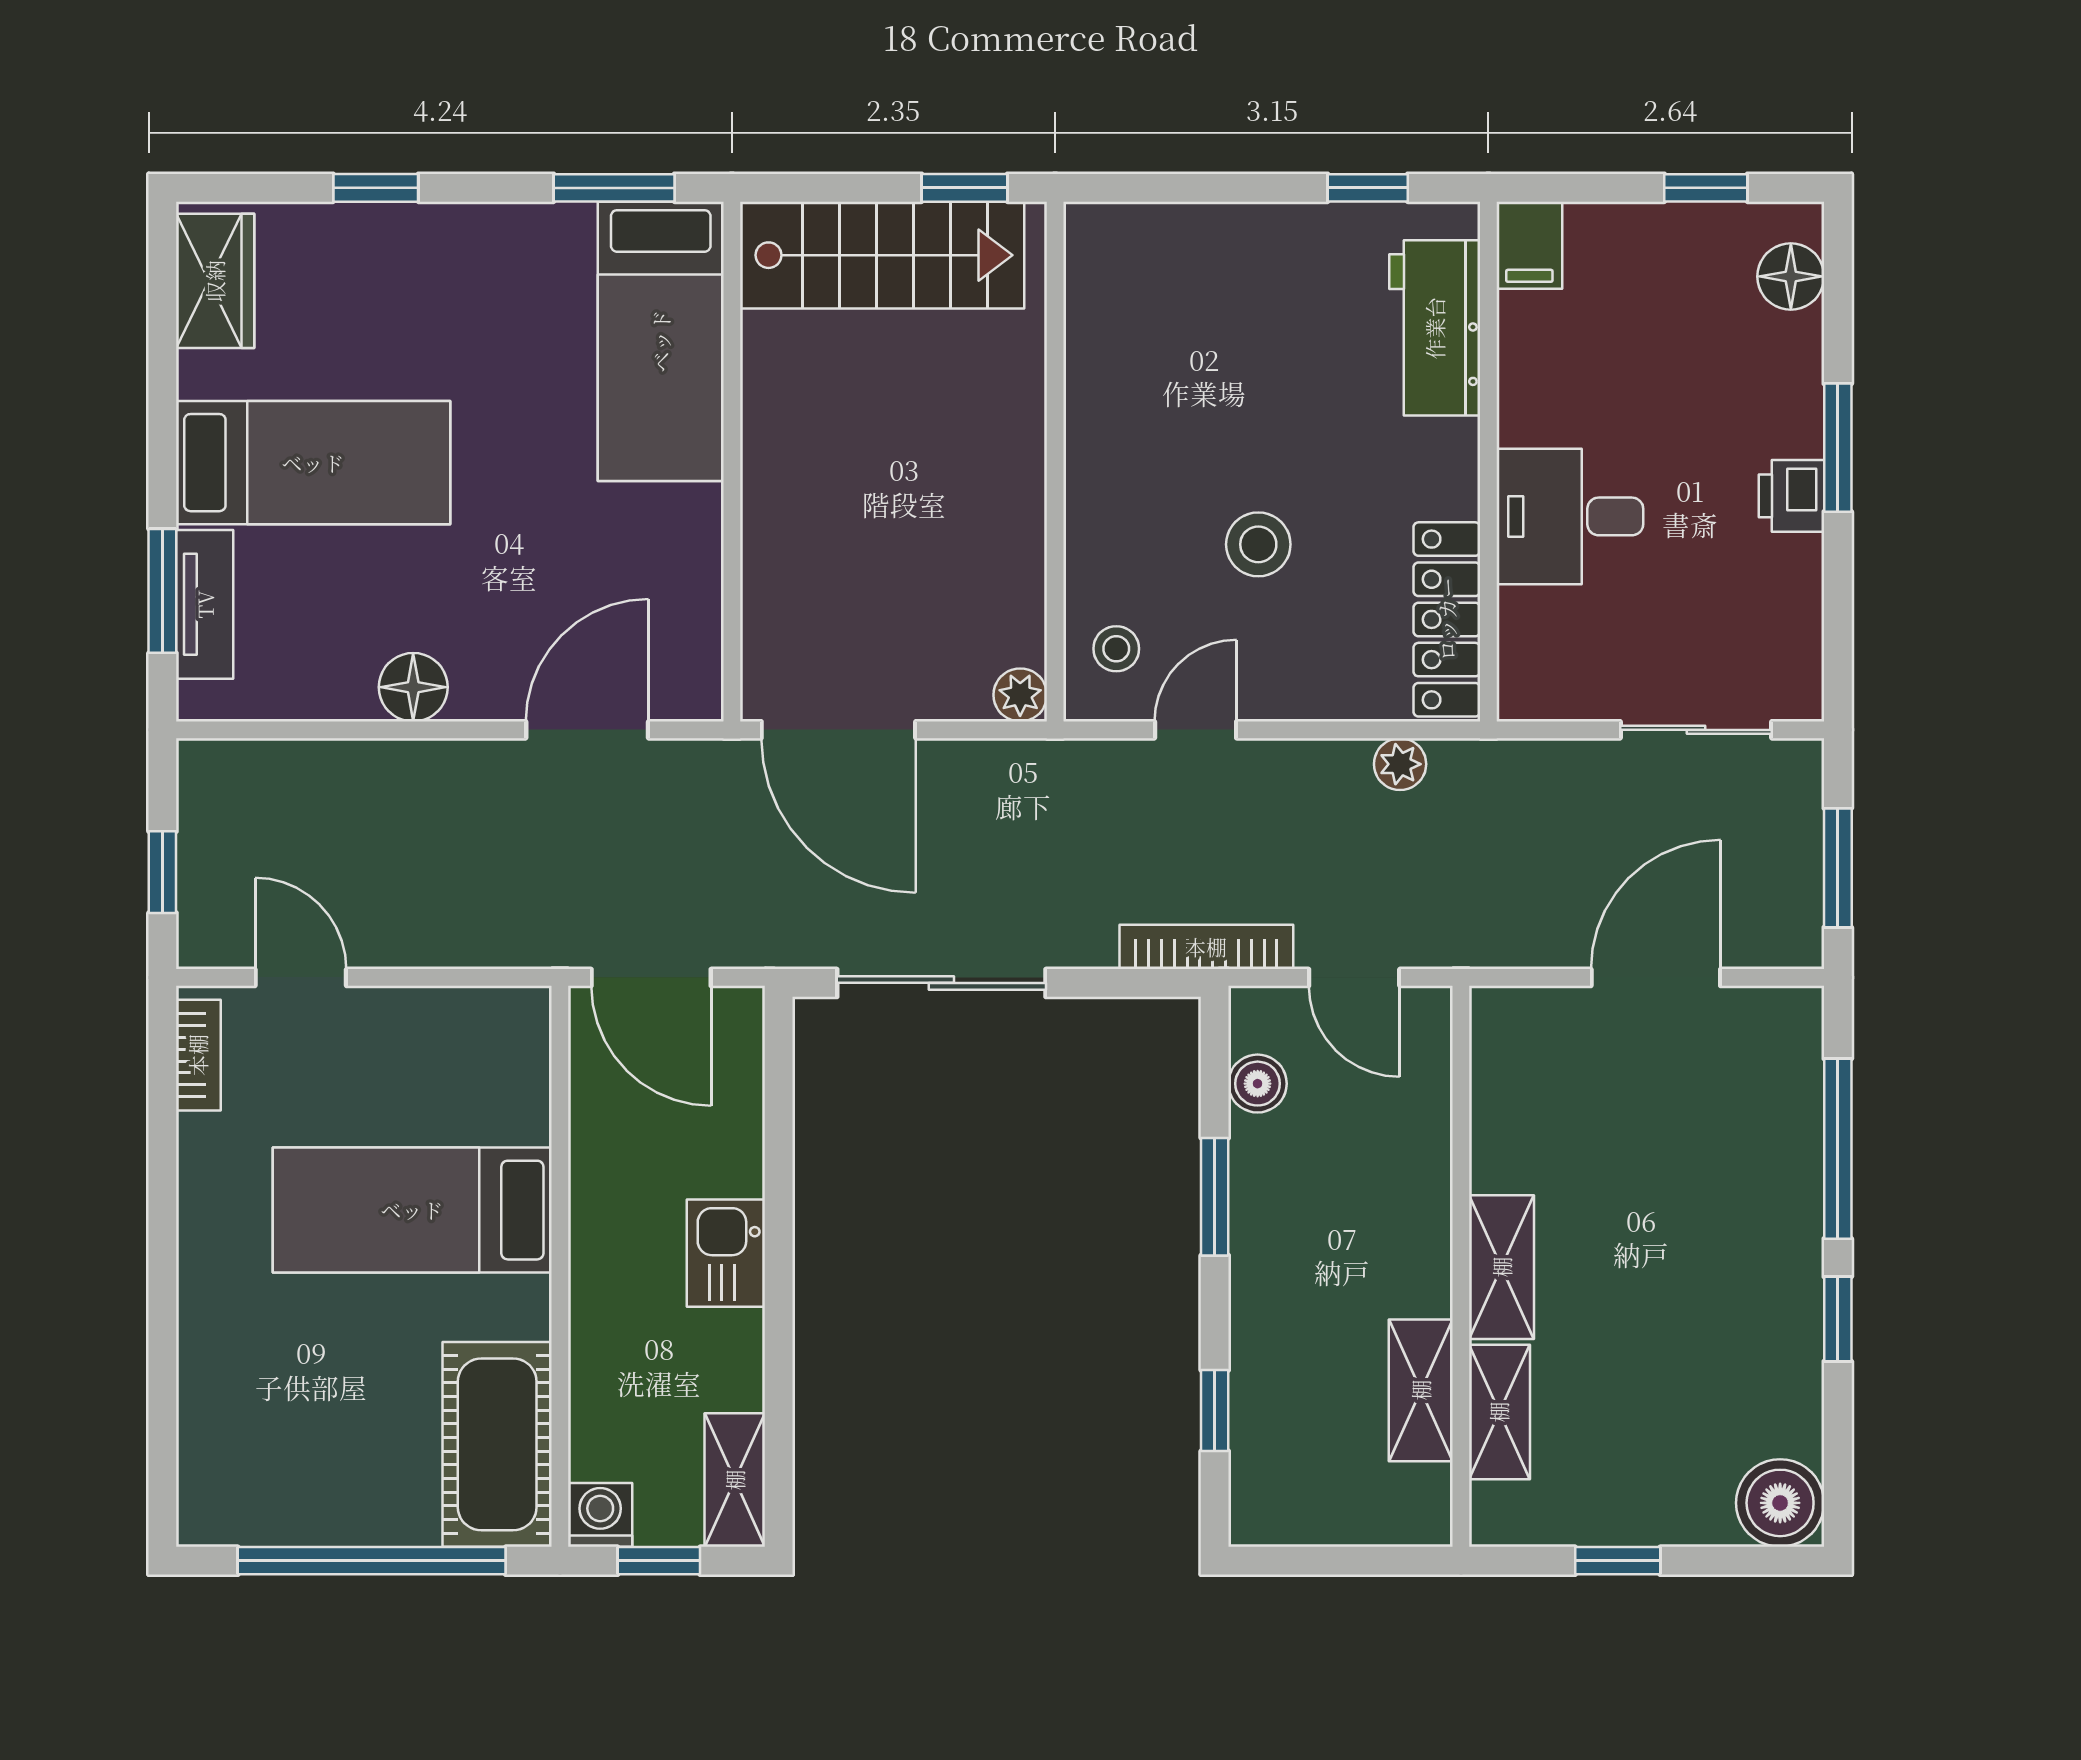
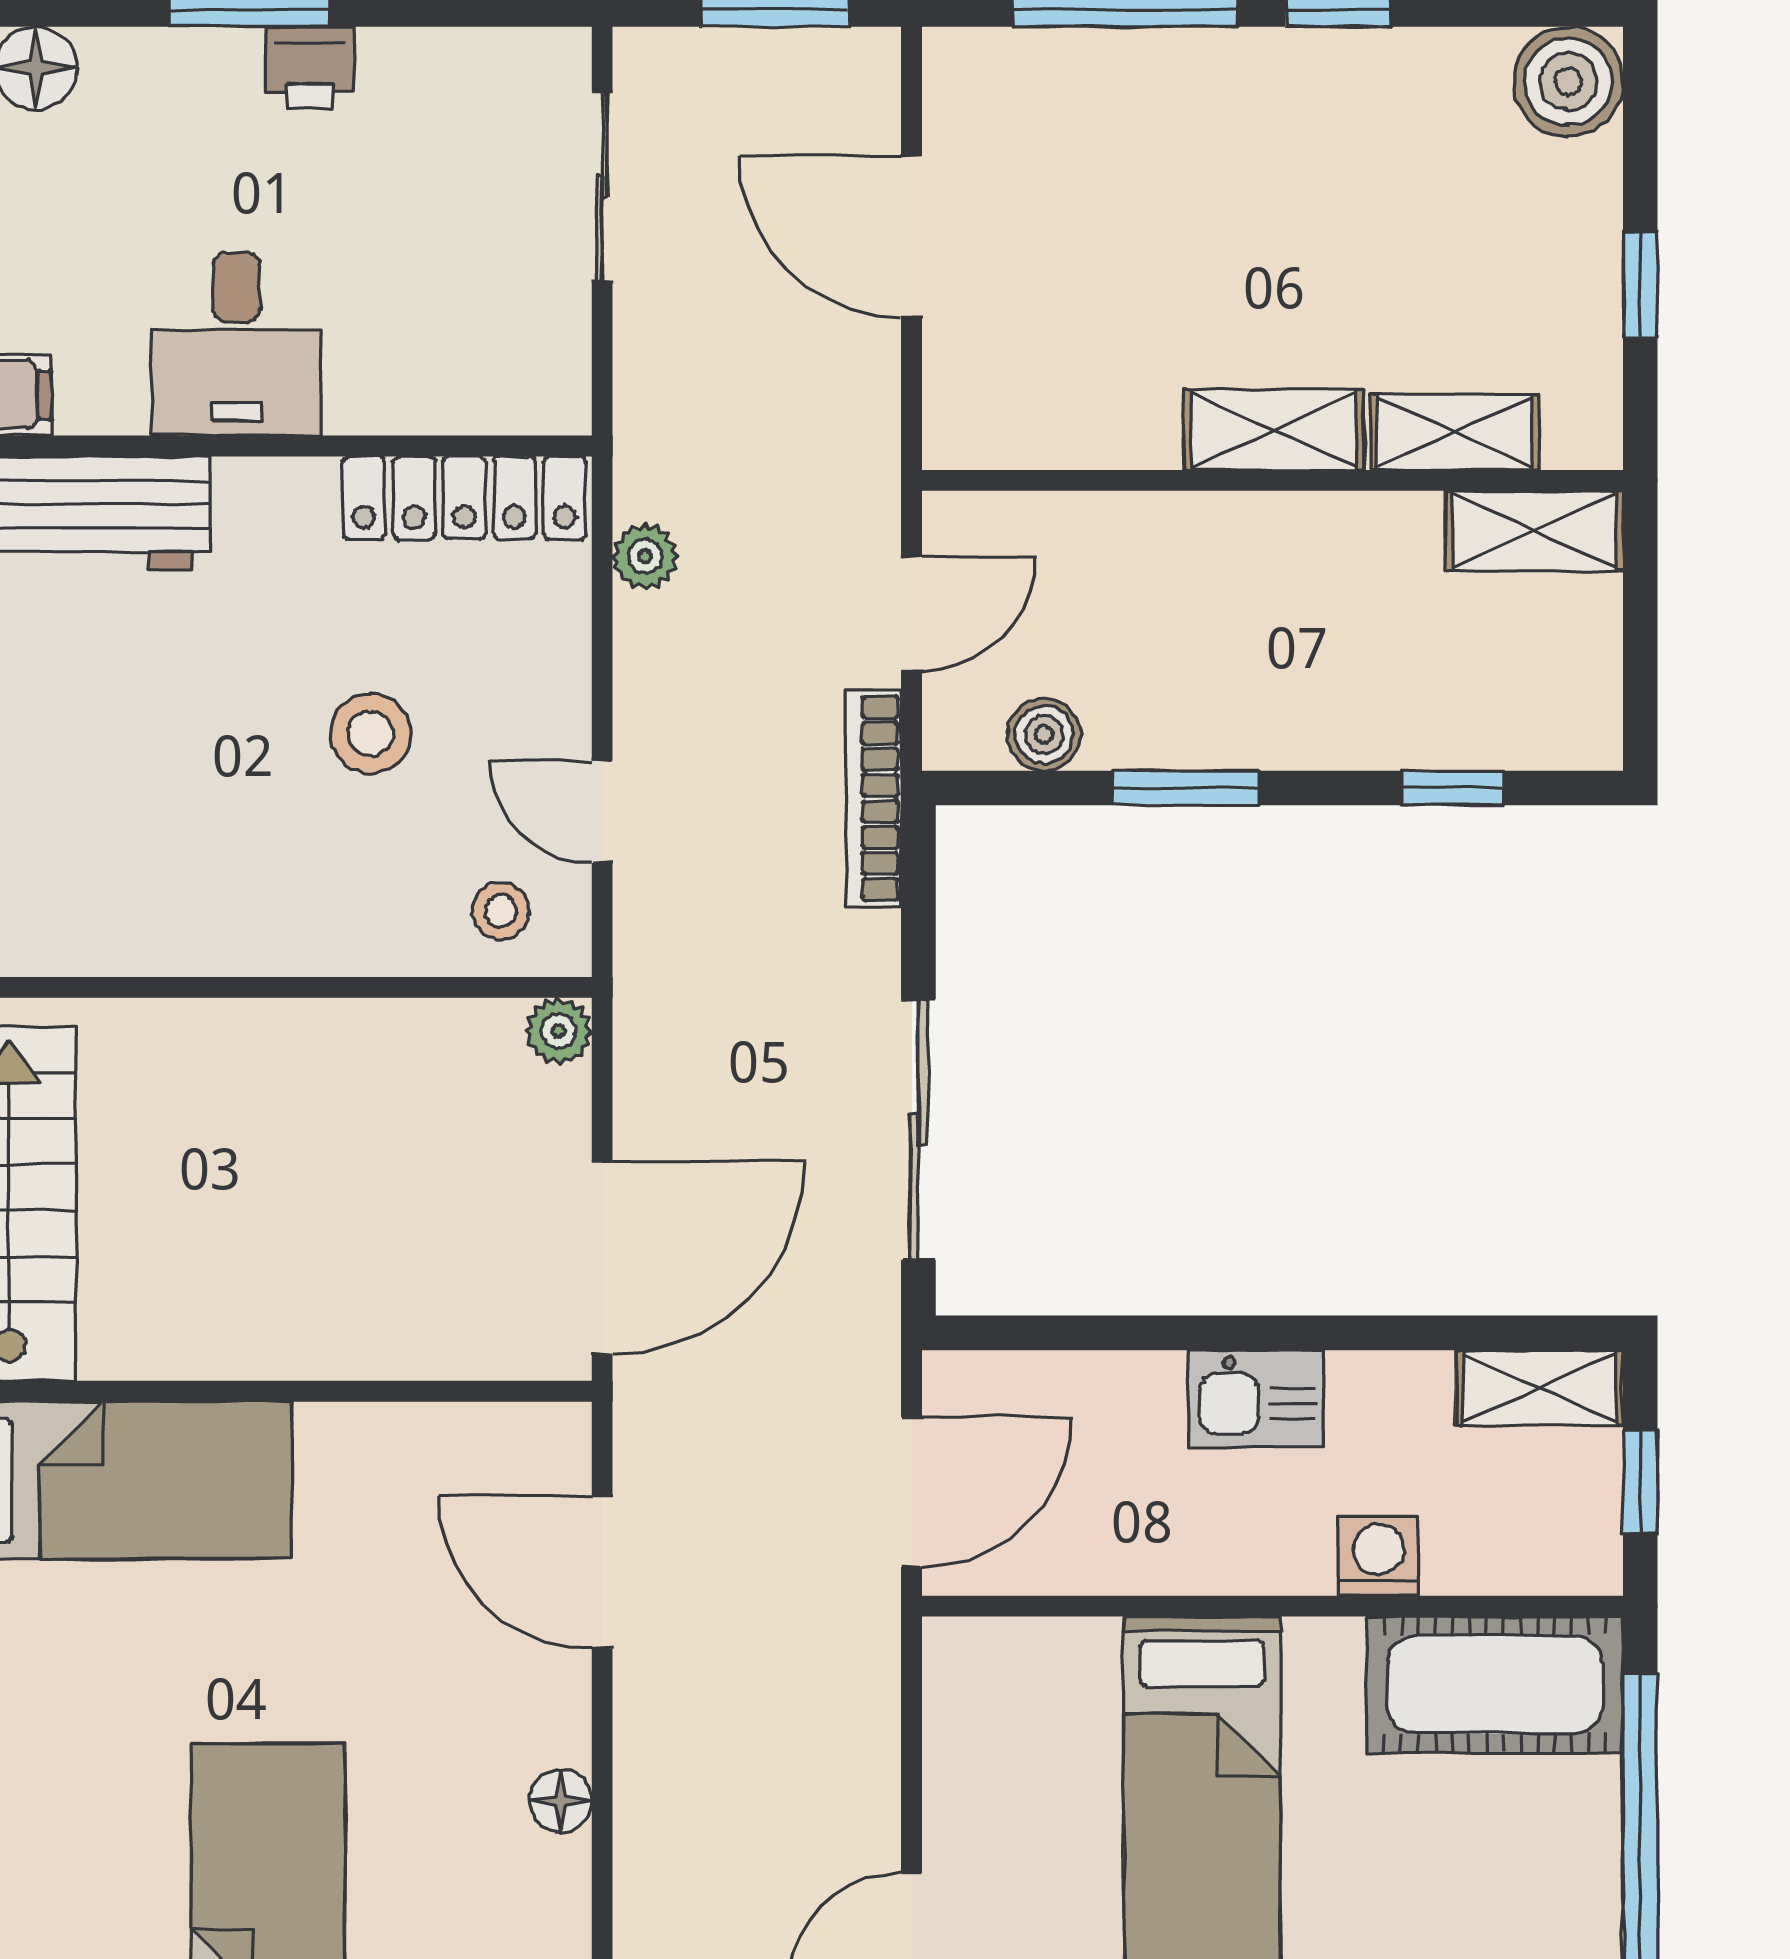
desk: (1570, 516) -> (236, 344), moved
floor lamp: (413, 687) -> (561, 1801), width x0.73, depth x0.73
shelving: (1421, 1390) -> (1534, 531), moved
washing machine: (600, 1515) -> (1379, 1556), moved, turned 90

